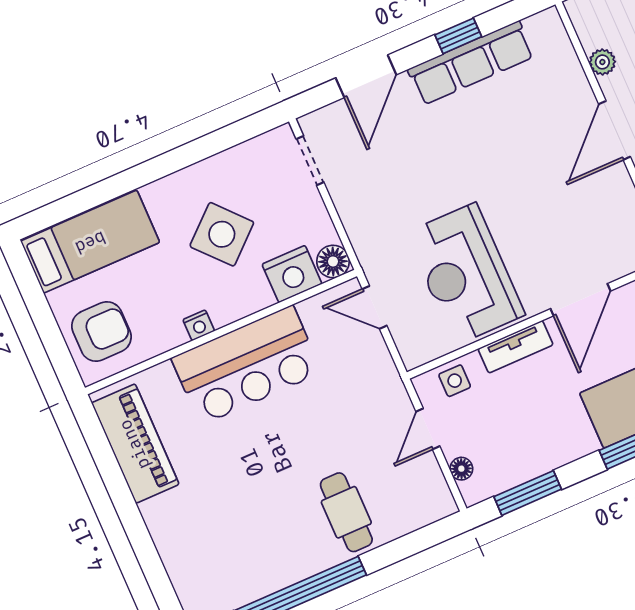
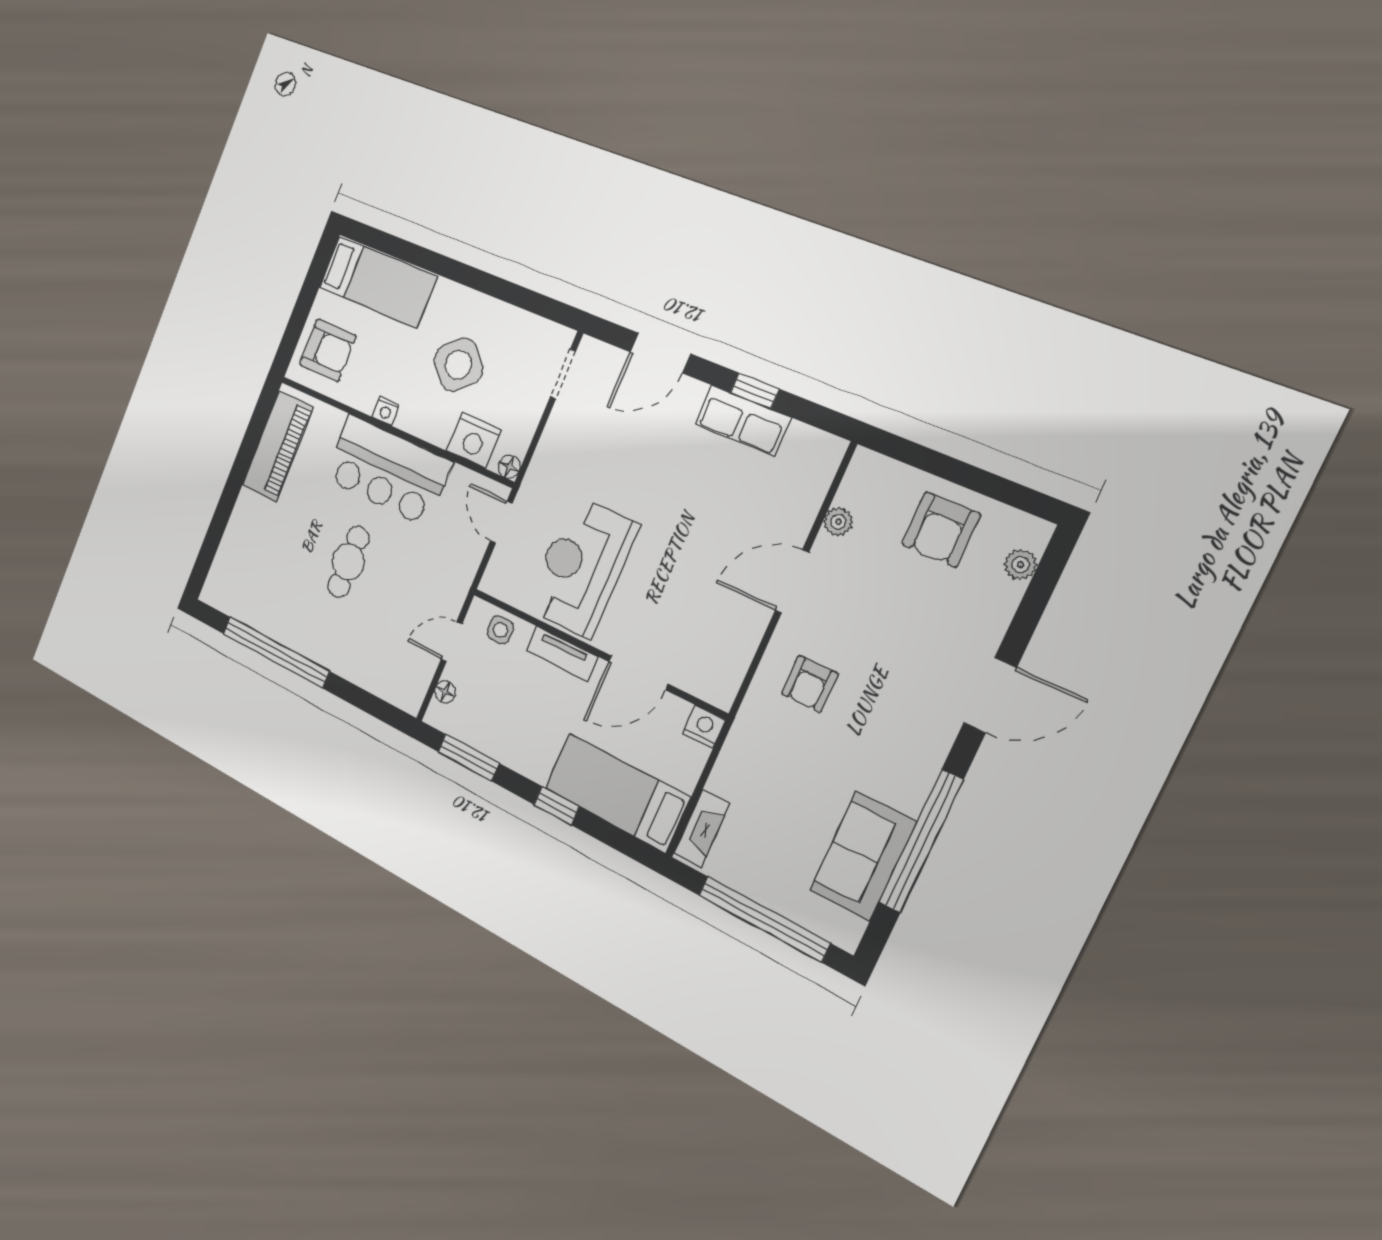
row of seats: (471, 63) -> (743, 421), width x0.68
floor lamp: (333, 261) -> (509, 467), width x0.73, depth x0.73
cafe table: (346, 512) -> (348, 562), moved

